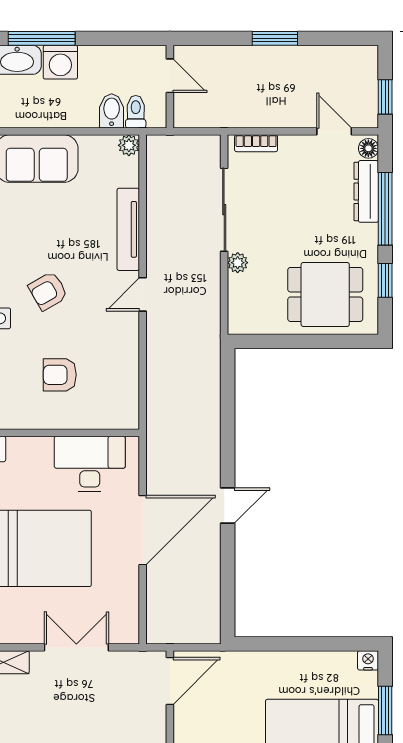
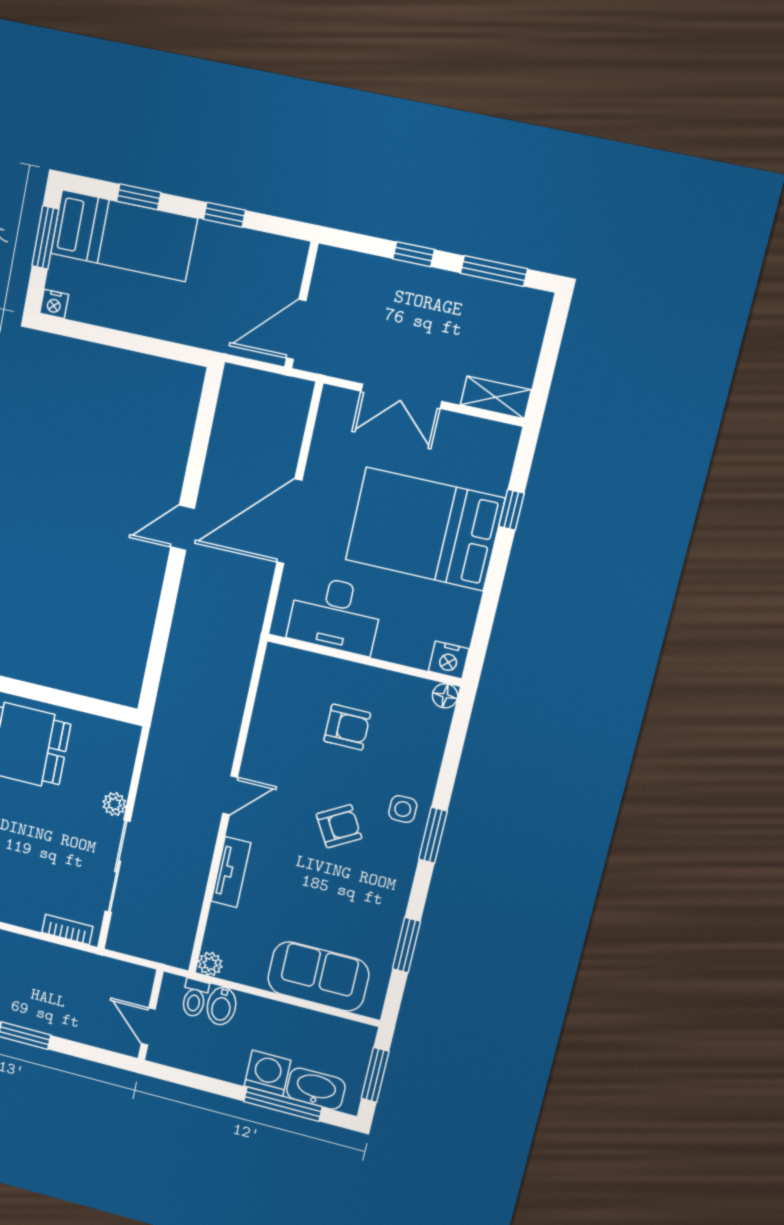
tv unit: (128, 229) -> (231, 872), width x0.71

